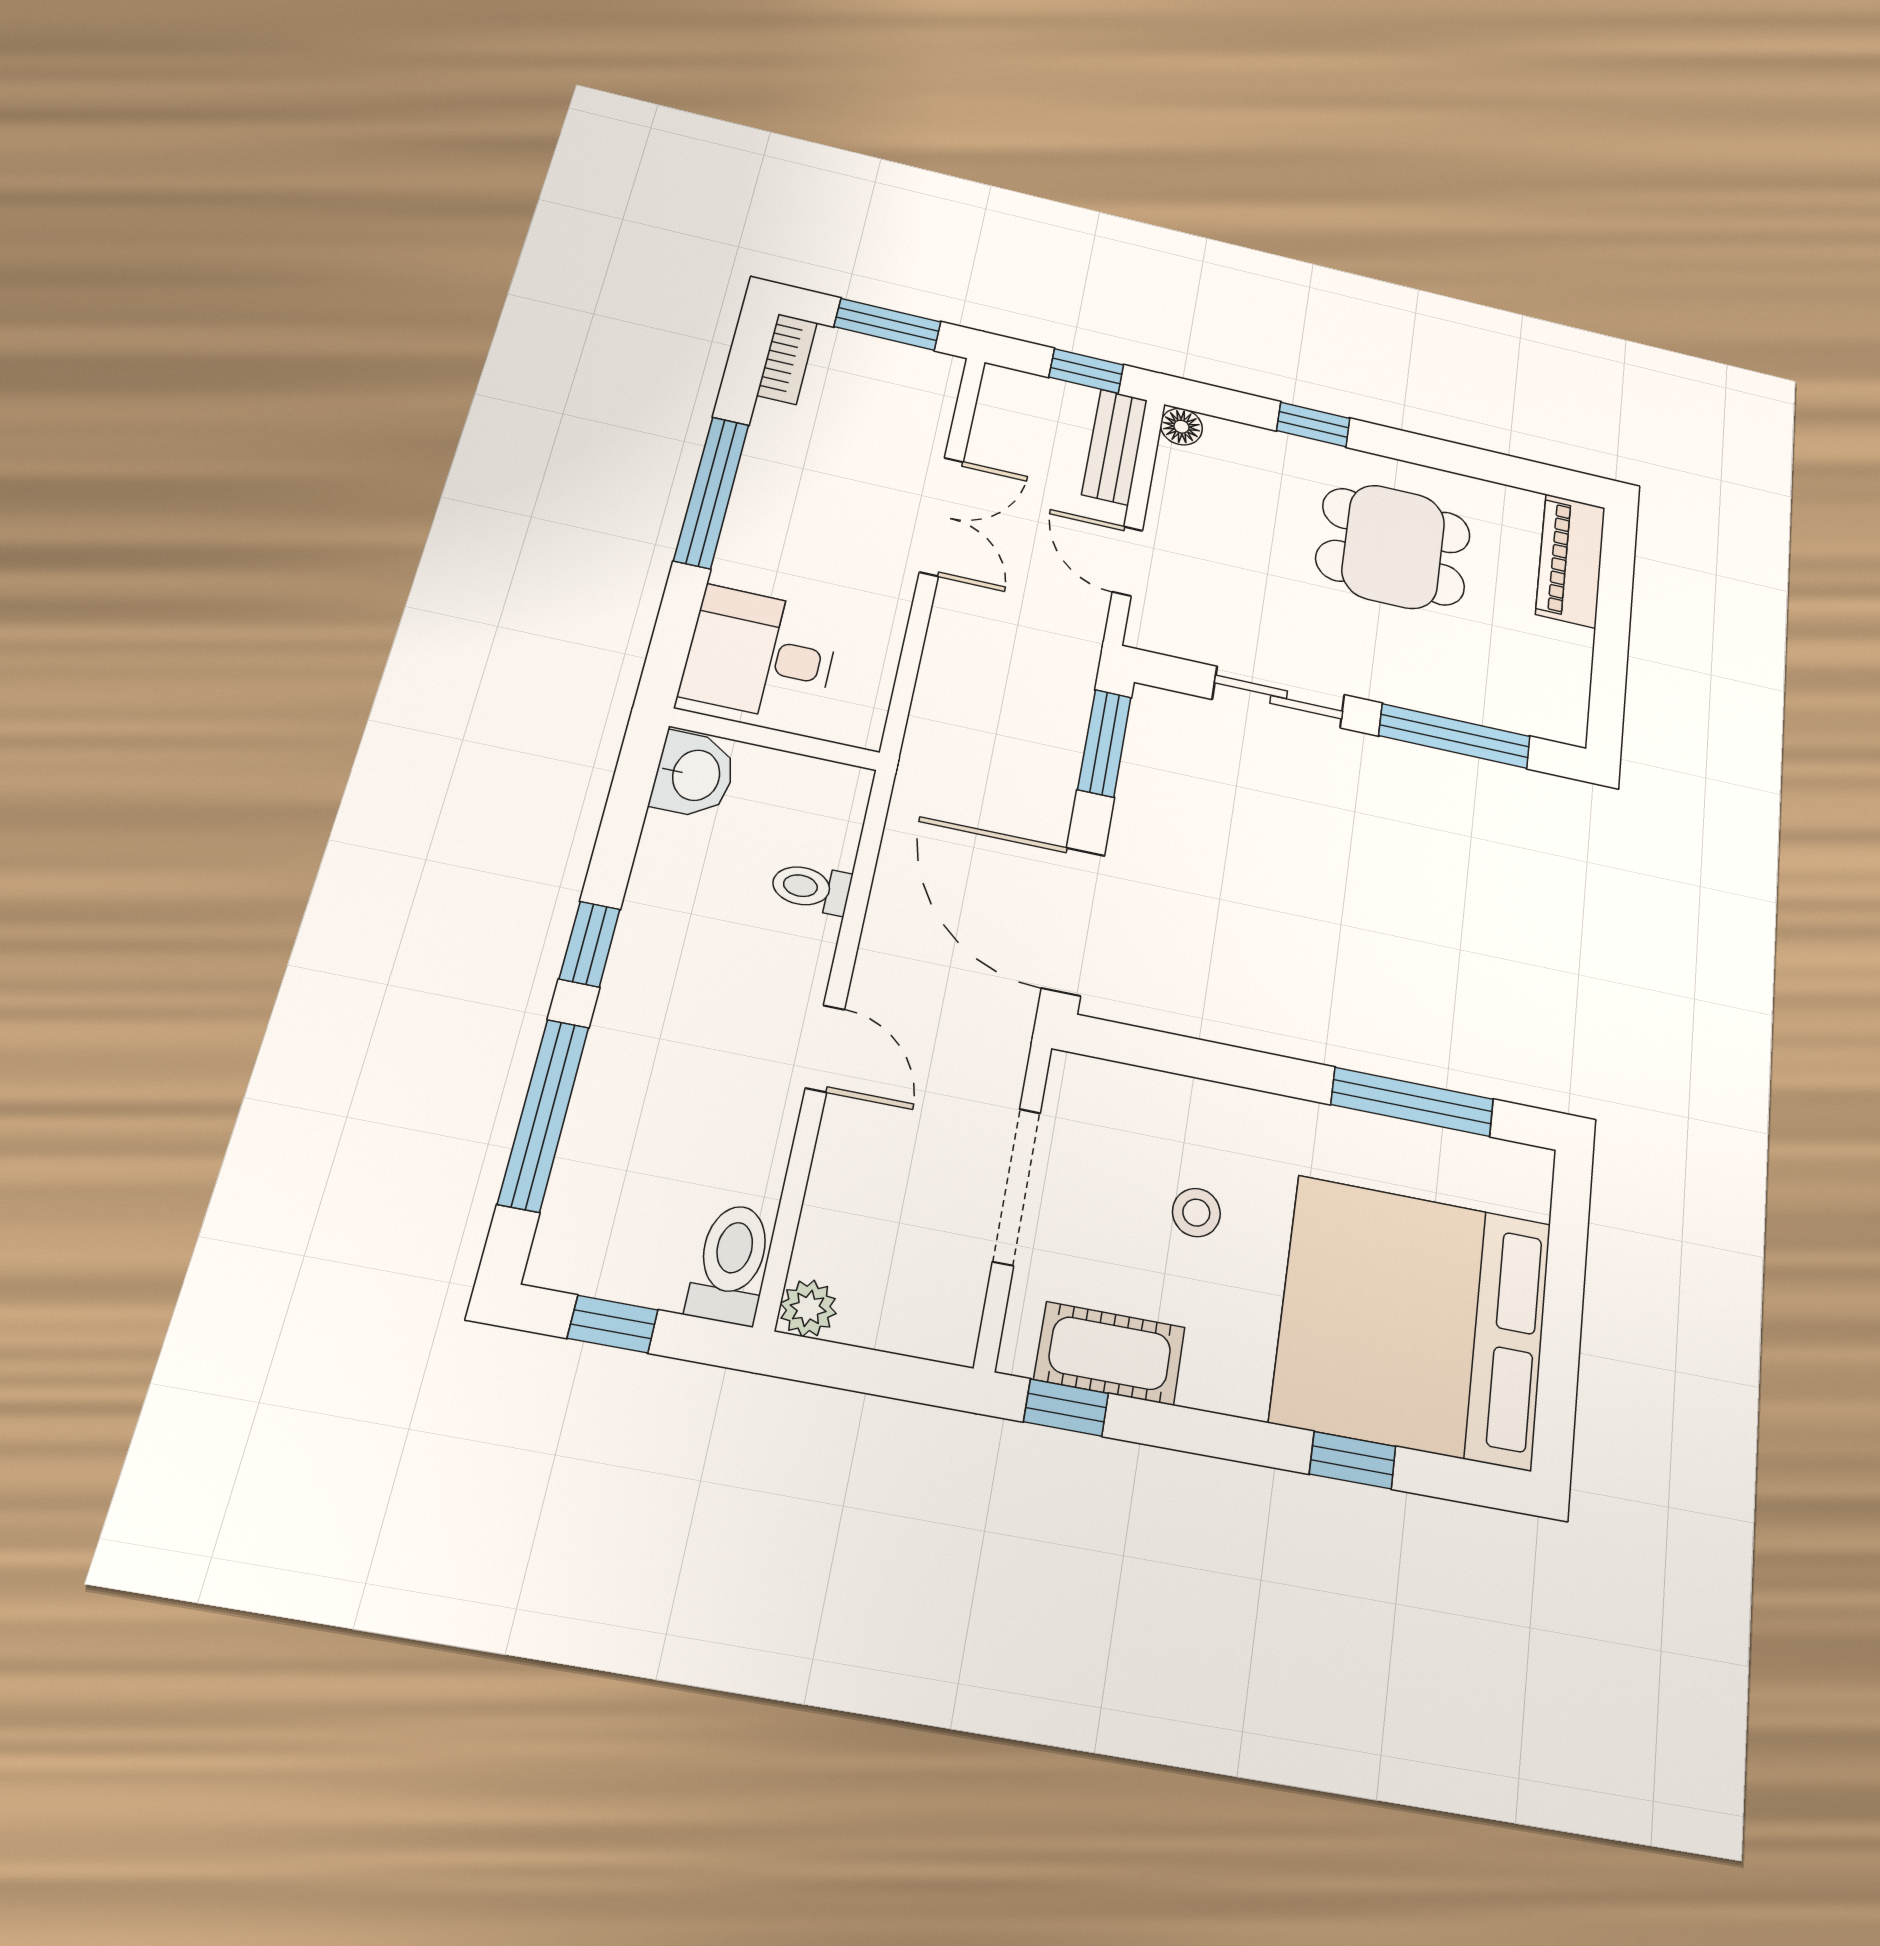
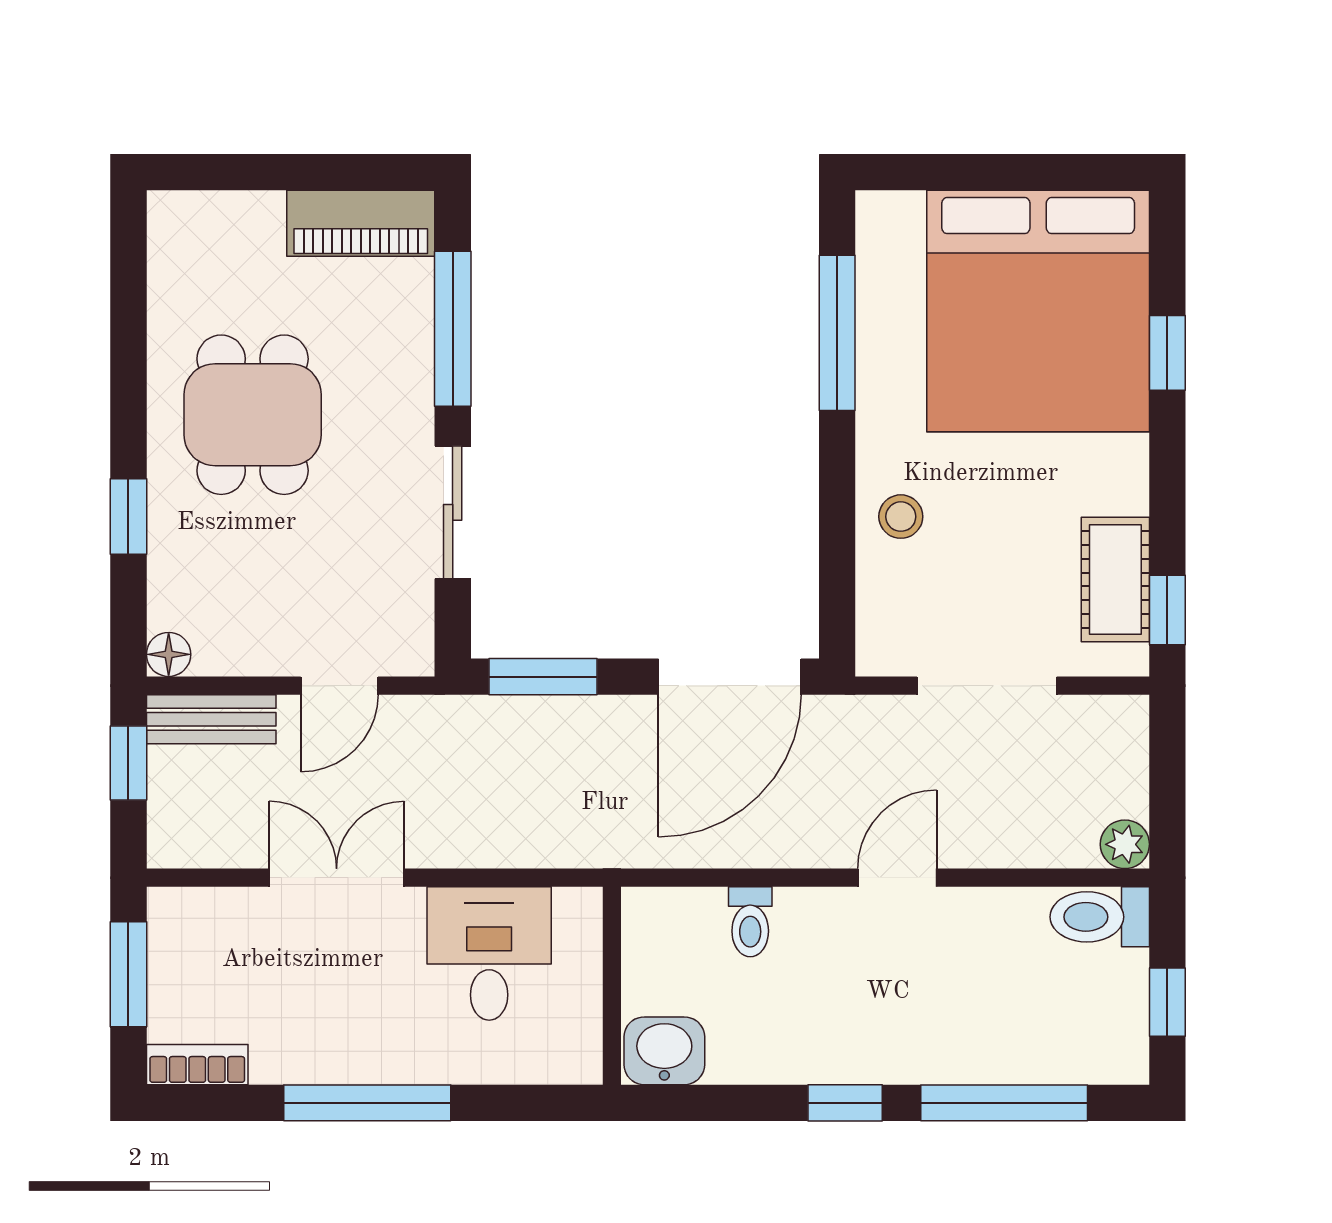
piano: (1571, 560) -> (361, 223), moved
desk: (761, 654) -> (489, 953), moved, turned 180
stool: (1196, 1213) -> (901, 517), moved

